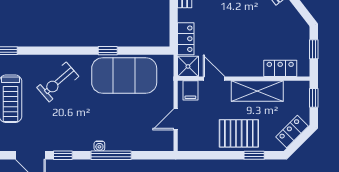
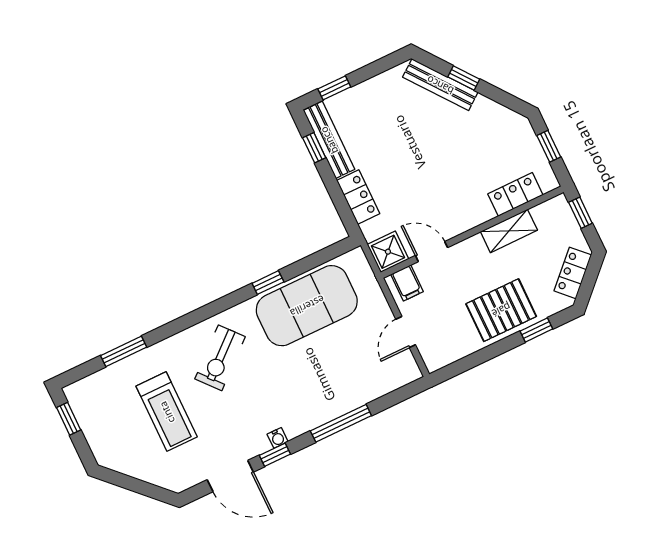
locker: (186, 39) -> (358, 197), moved
shelving: (257, 91) -> (509, 231), width x0.67, depth x0.75
water cooler: (99, 146) -> (278, 438), moved

